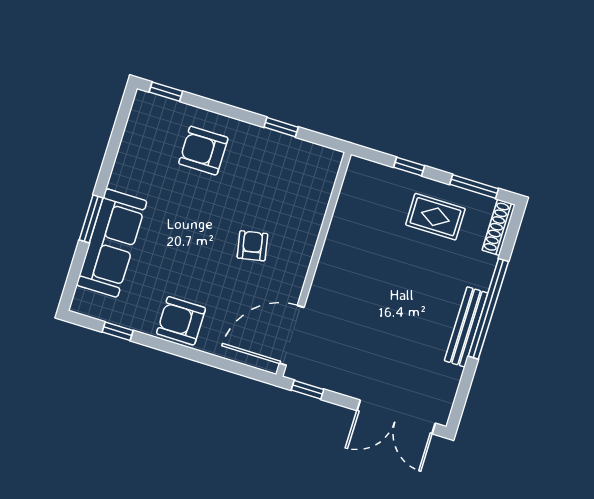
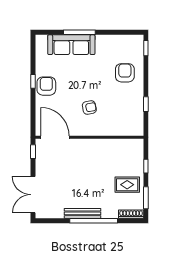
rug: (435, 217) -> (127, 185), turned 90
window: (91, 219) -> (79, 32), width x1.44
window: (118, 331) -> (33, 81), moved

